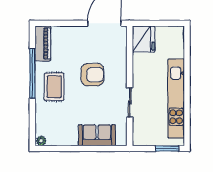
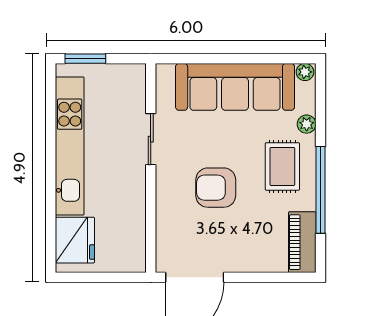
fridge: (143, 39) -> (75, 240), moved, turned 180
plant: (40, 111) -> (307, 124), added
sofa: (97, 135) -> (235, 87), width x1.85, depth x1.27

